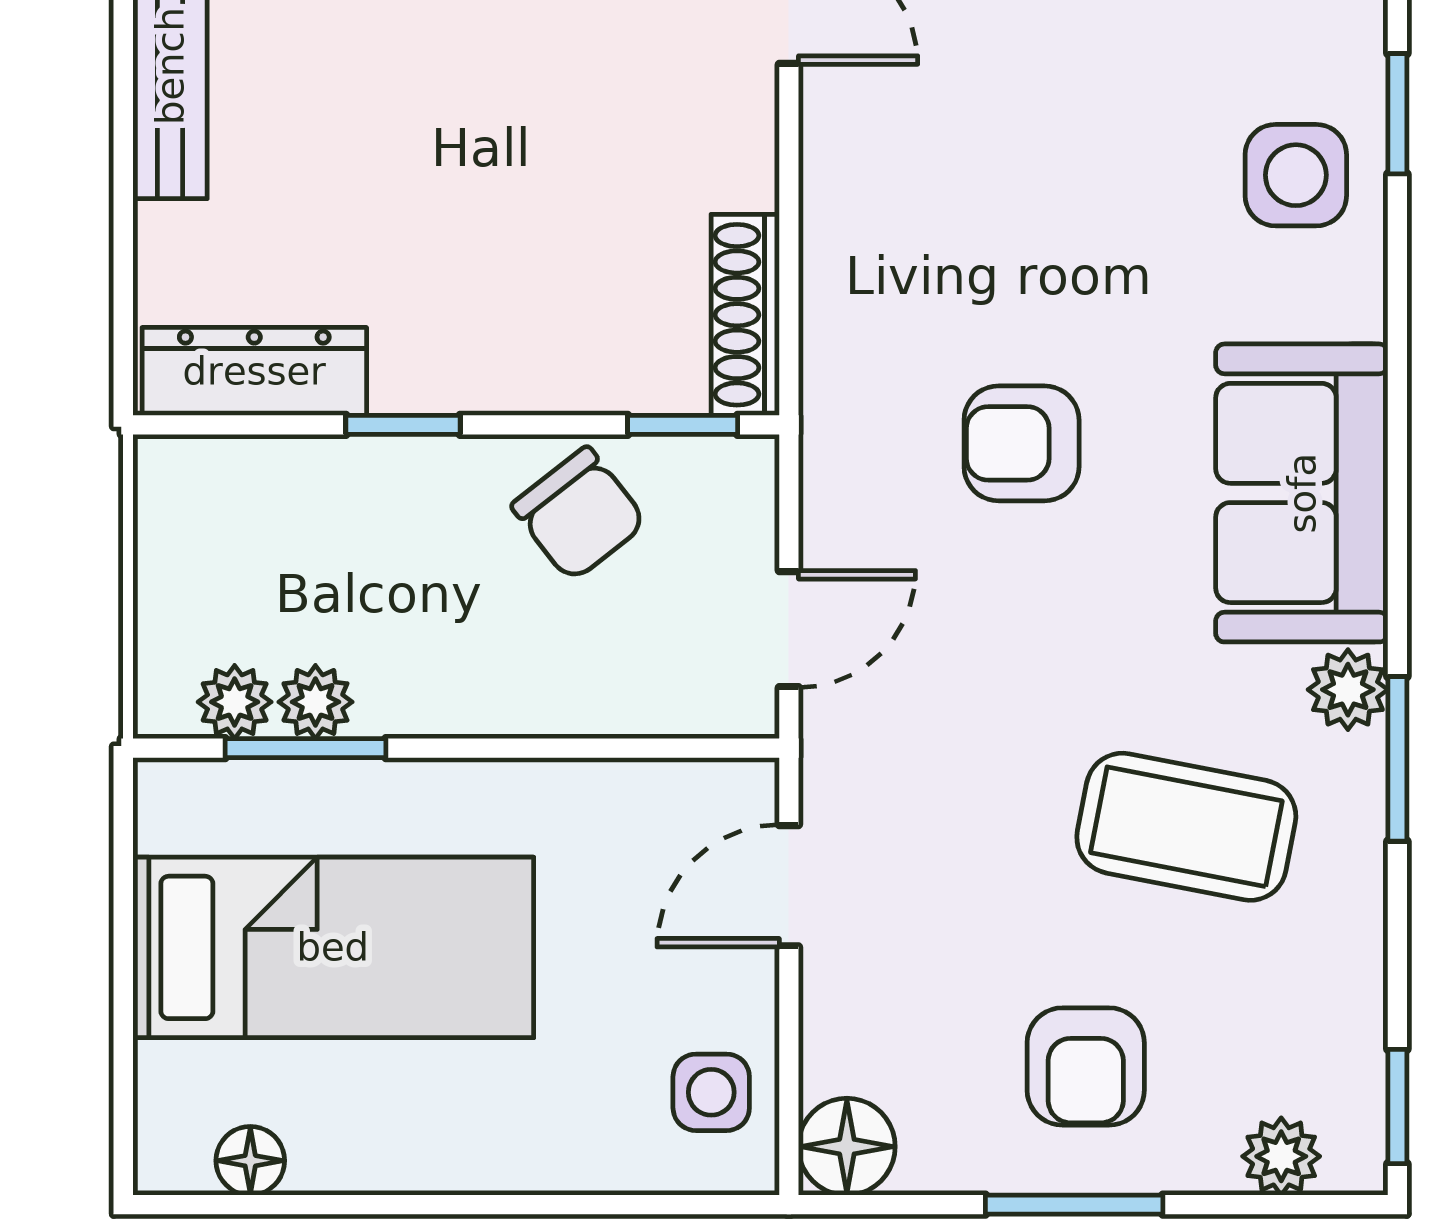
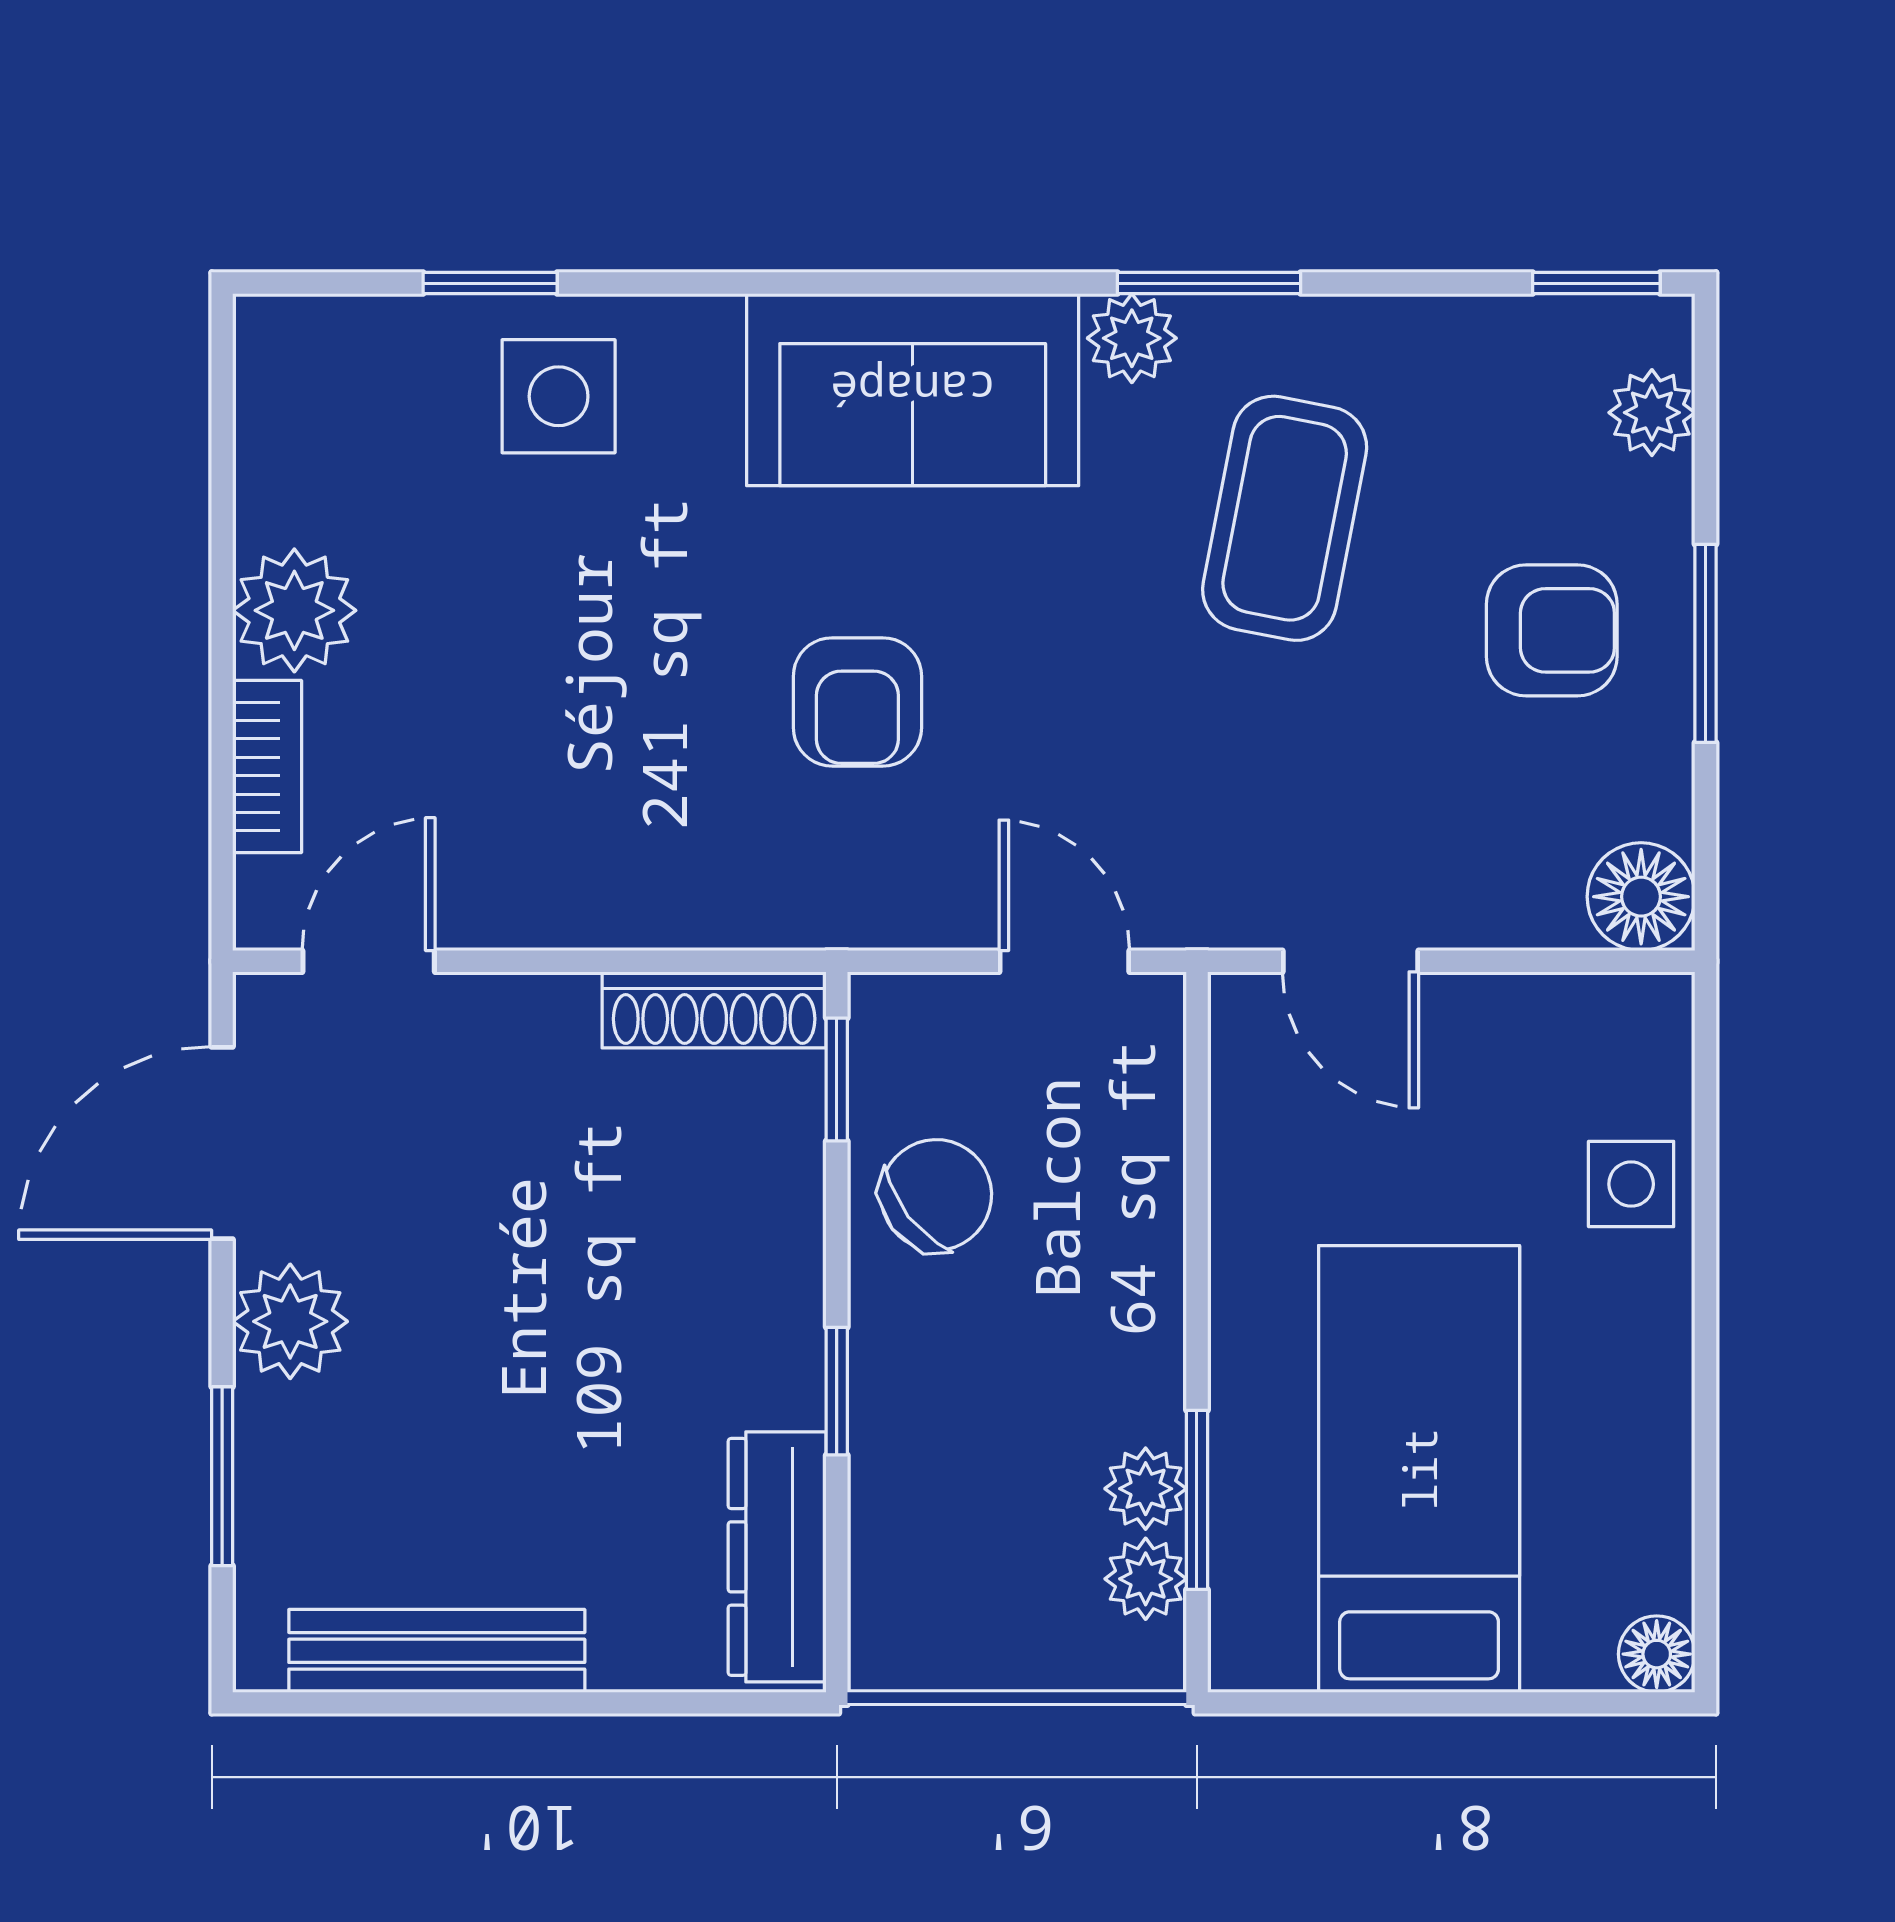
side table: (711, 1092) -> (1631, 1184), moved
floor lamp: (250, 1161) -> (1657, 1654), moved

